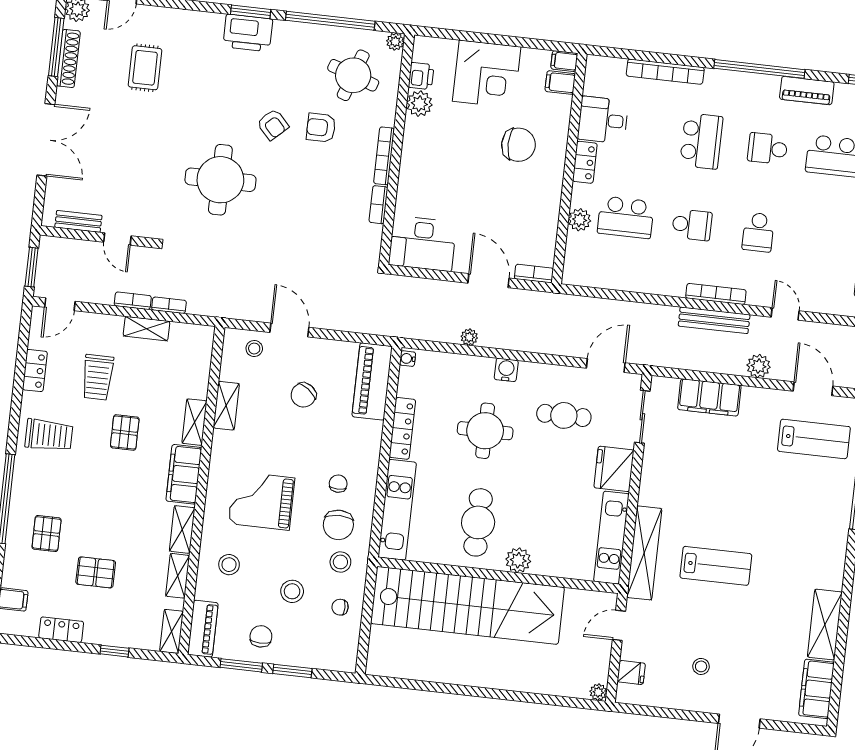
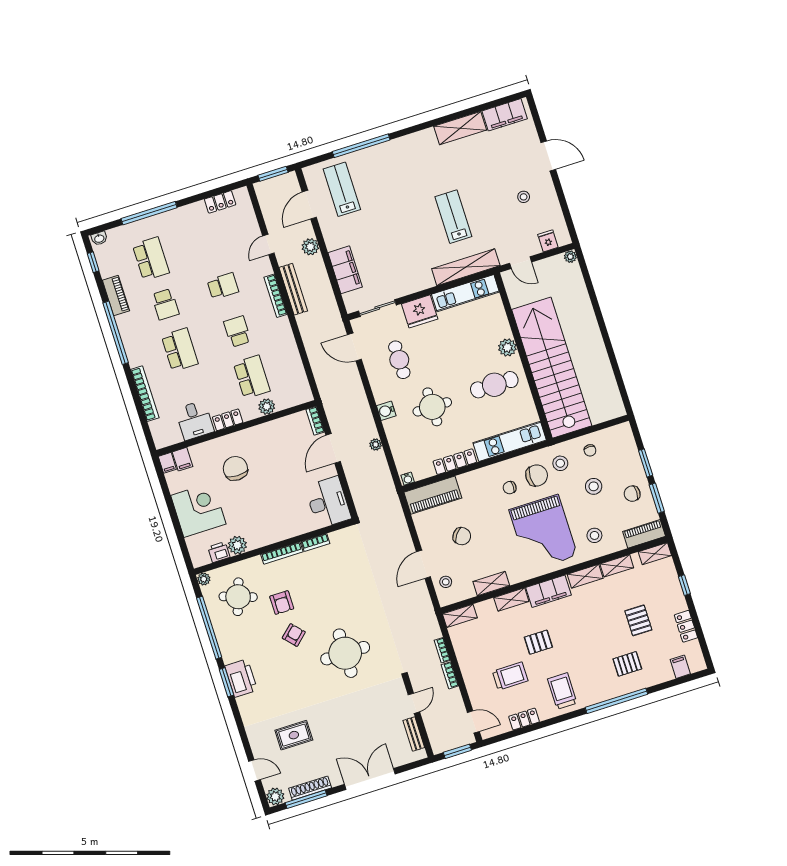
school desk: (701, 141) -> (180, 350), turned 90
shelving: (146, 329) -> (460, 616), moved, turned 90
grand piano: (262, 501) -> (543, 533), width x1.37, depth x1.48

